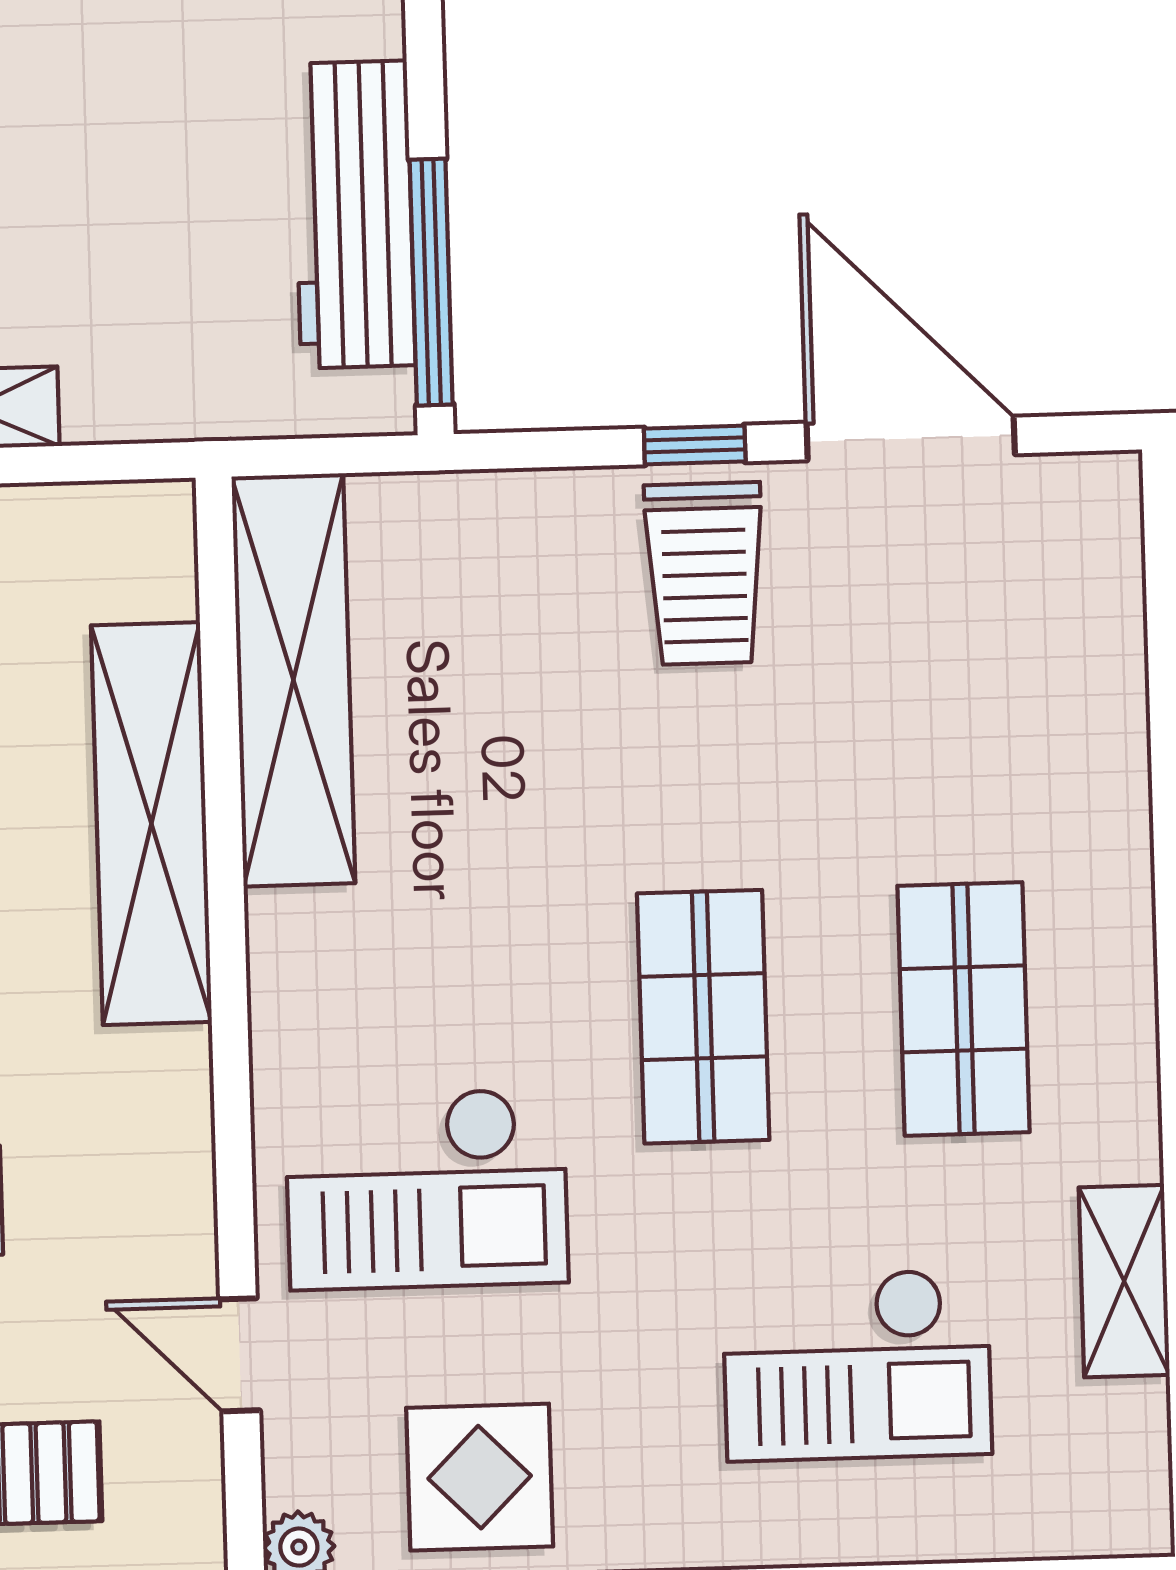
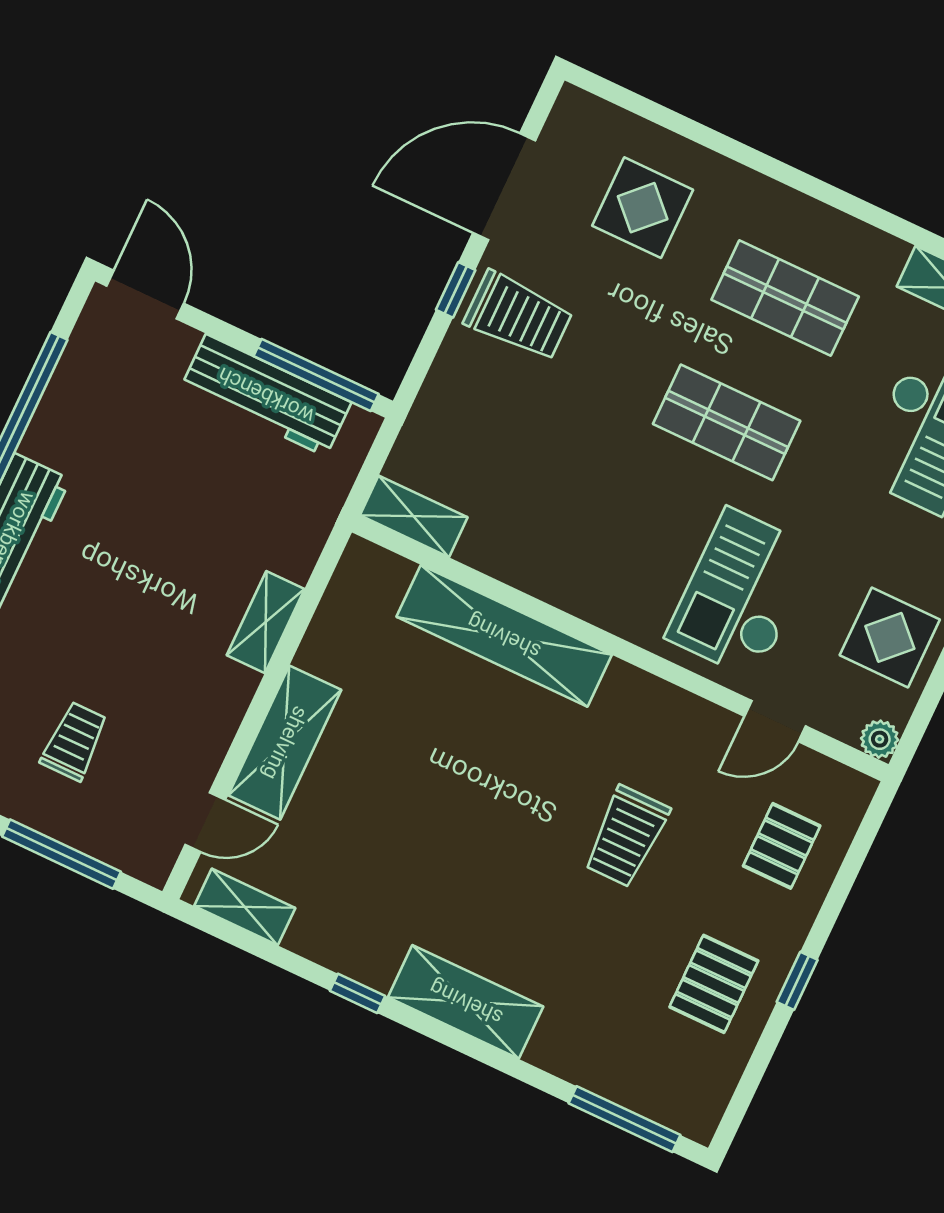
shelving: (293, 680) -> (414, 516), width x0.45, depth x0.75
display table: (994, 691) -> (643, 208), added
checkout: (427, 1189) -> (742, 593), turned 180

